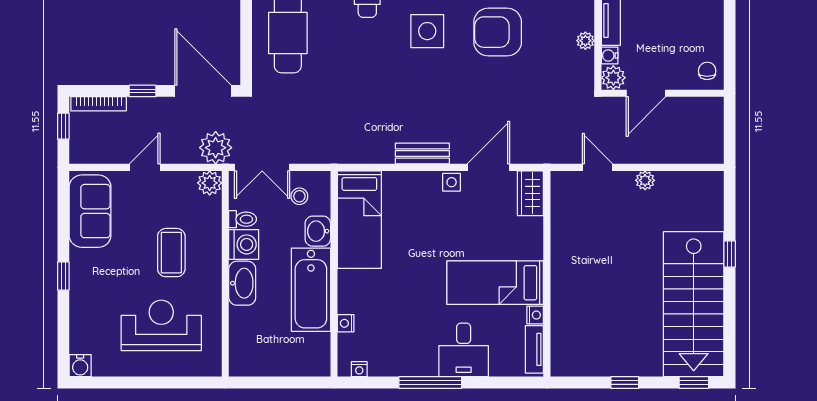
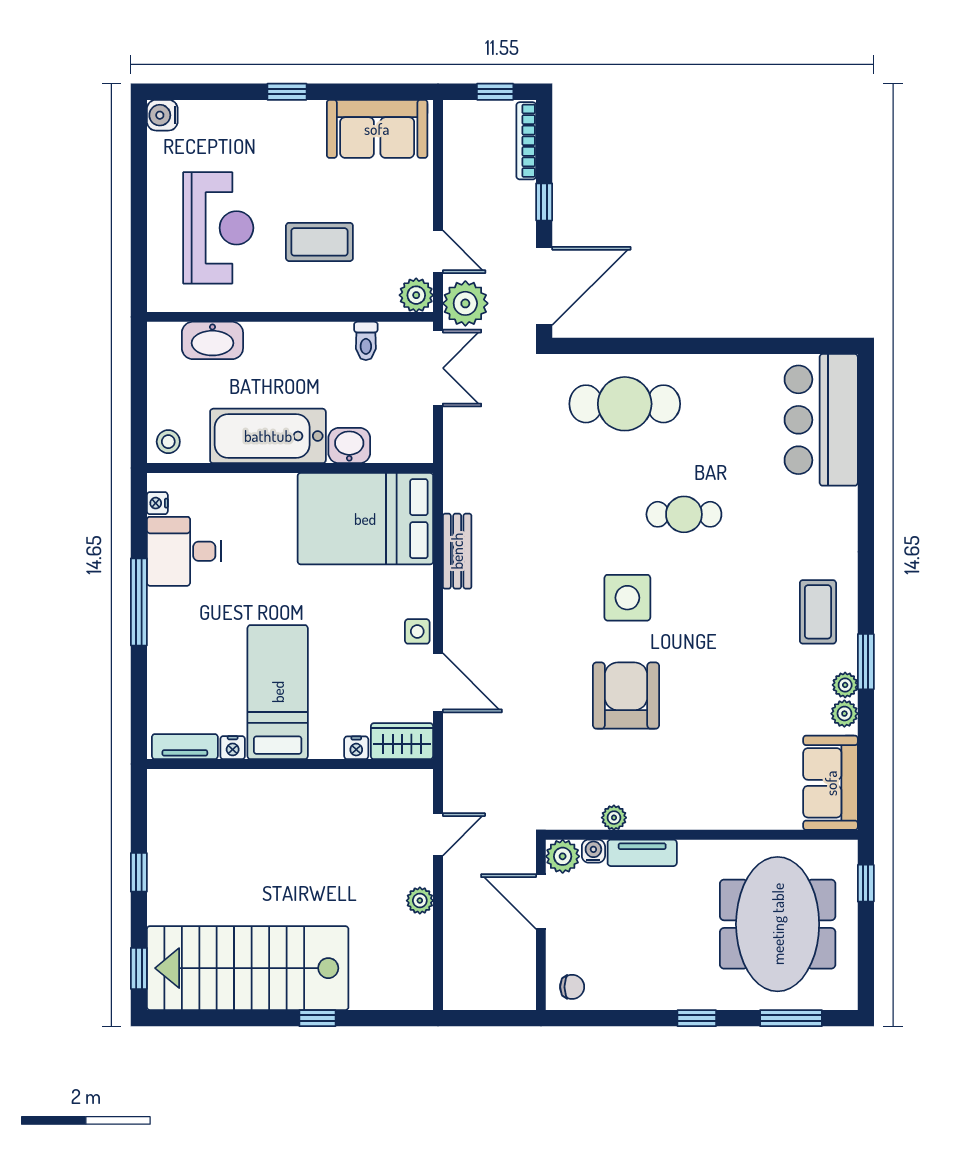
bench: (422, 154) -> (457, 551), moved
door: (145, 167) -> (438, 252), moved
double door: (262, 167) -> (438, 368), swing flipped
stool: (299, 196) -> (168, 442), moved
bed: (359, 220) -> (365, 519), width x1.50
washing machine: (244, 244) -> (331, 342), removed
washbasin: (242, 283) -> (212, 340), moved
nightstand: (346, 323) -> (356, 748), moved, turned 180
desk: (464, 350) -> (184, 551), moved

